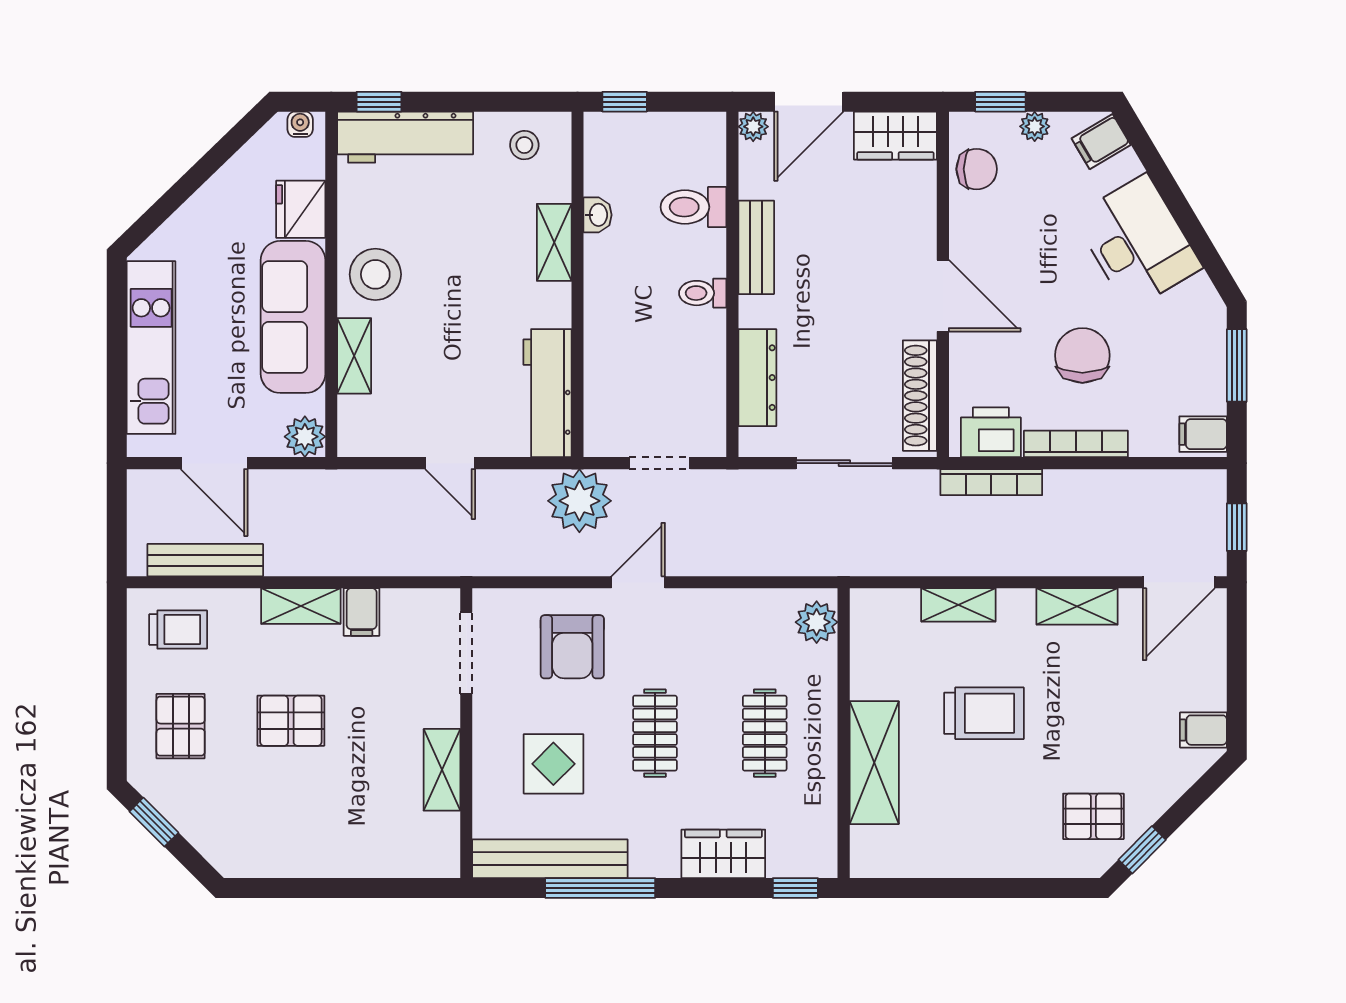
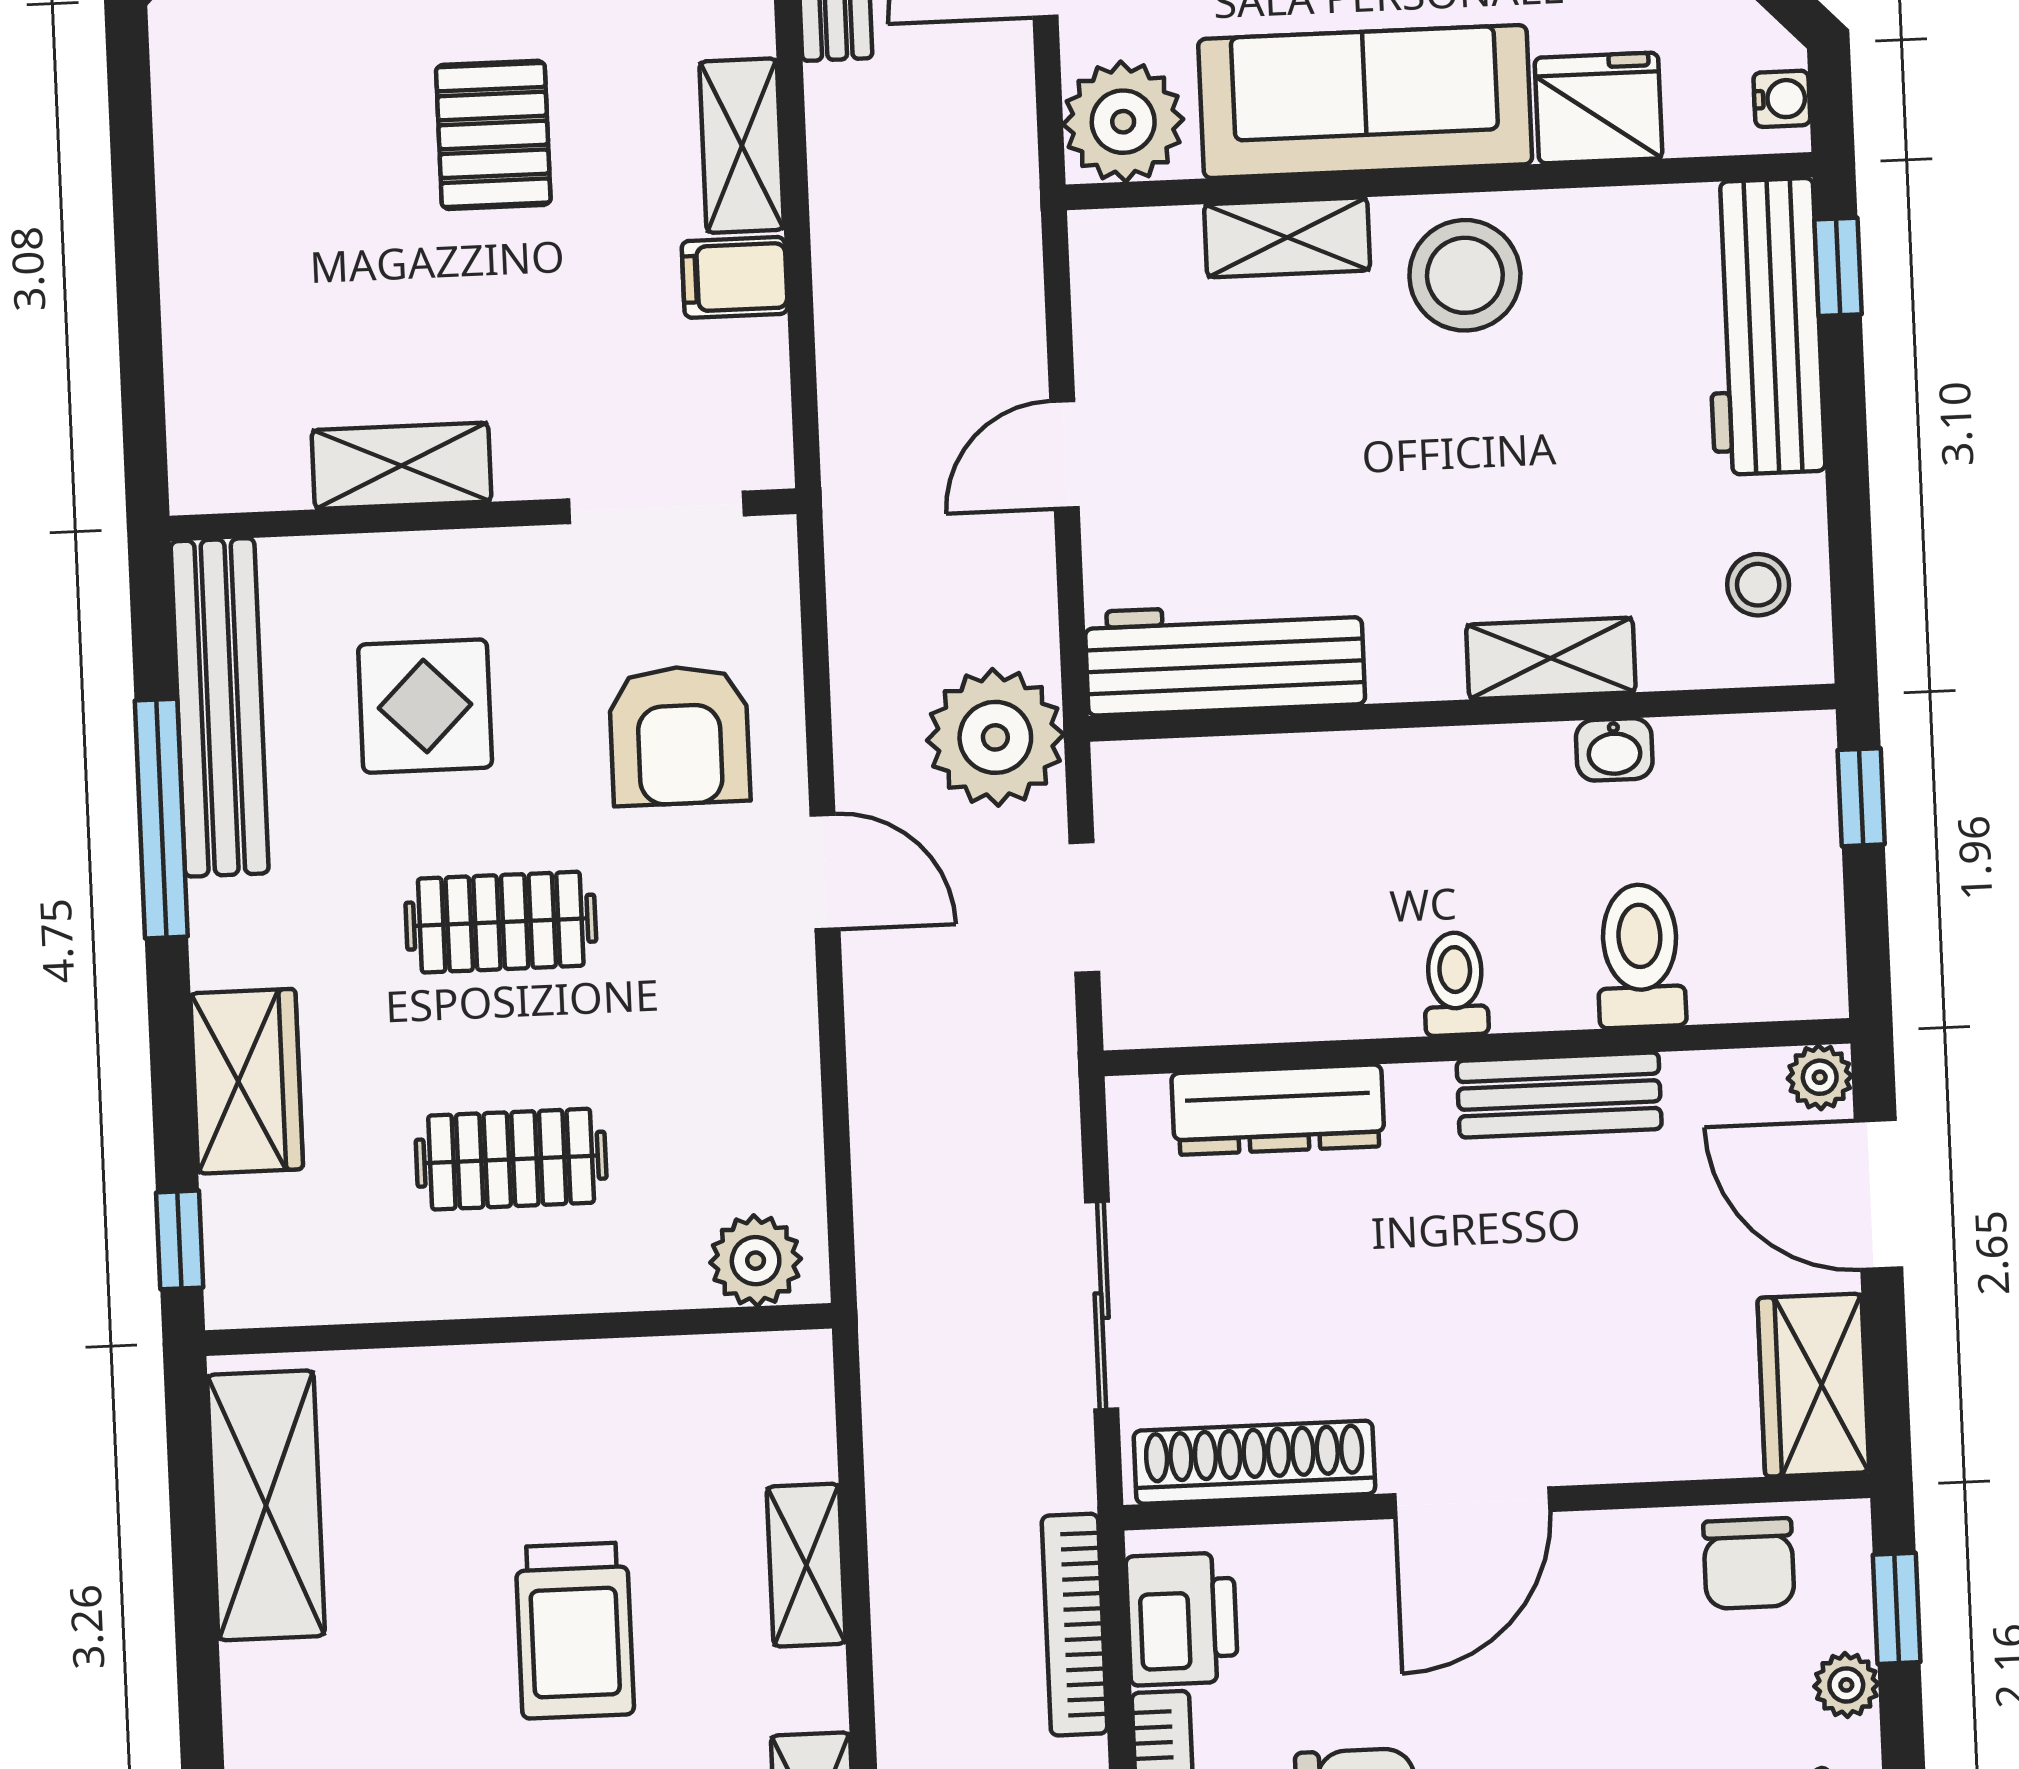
plant: (305, 437) -> (1123, 122), width x1.36, depth x1.36
armchair: (572, 647) -> (679, 736), turned -90
shelving: (874, 763) -> (266, 1505), moved, turned 90

